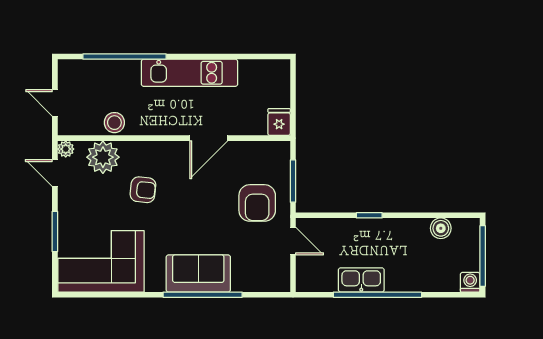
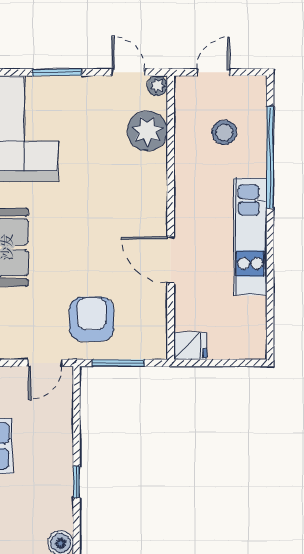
stool: (114, 123) -> (224, 132), moved
door: (55, 173) -> (128, 72), hinge flipped
armchair: (143, 190) -> (108, 180), removed
armchair: (257, 203) -> (92, 319), turned 90
window: (369, 215) -> (77, 482), moved

